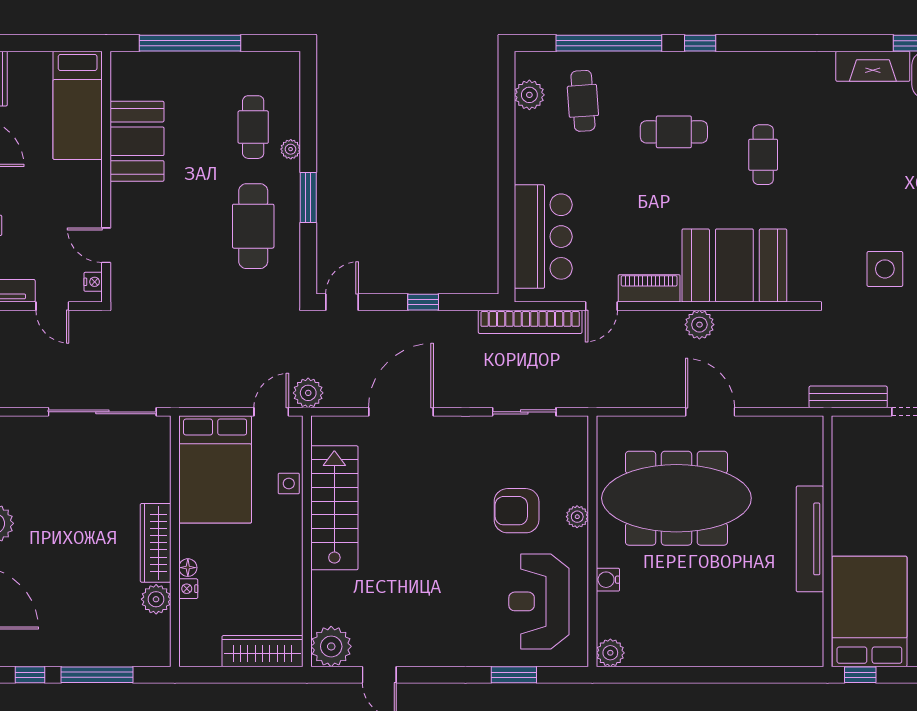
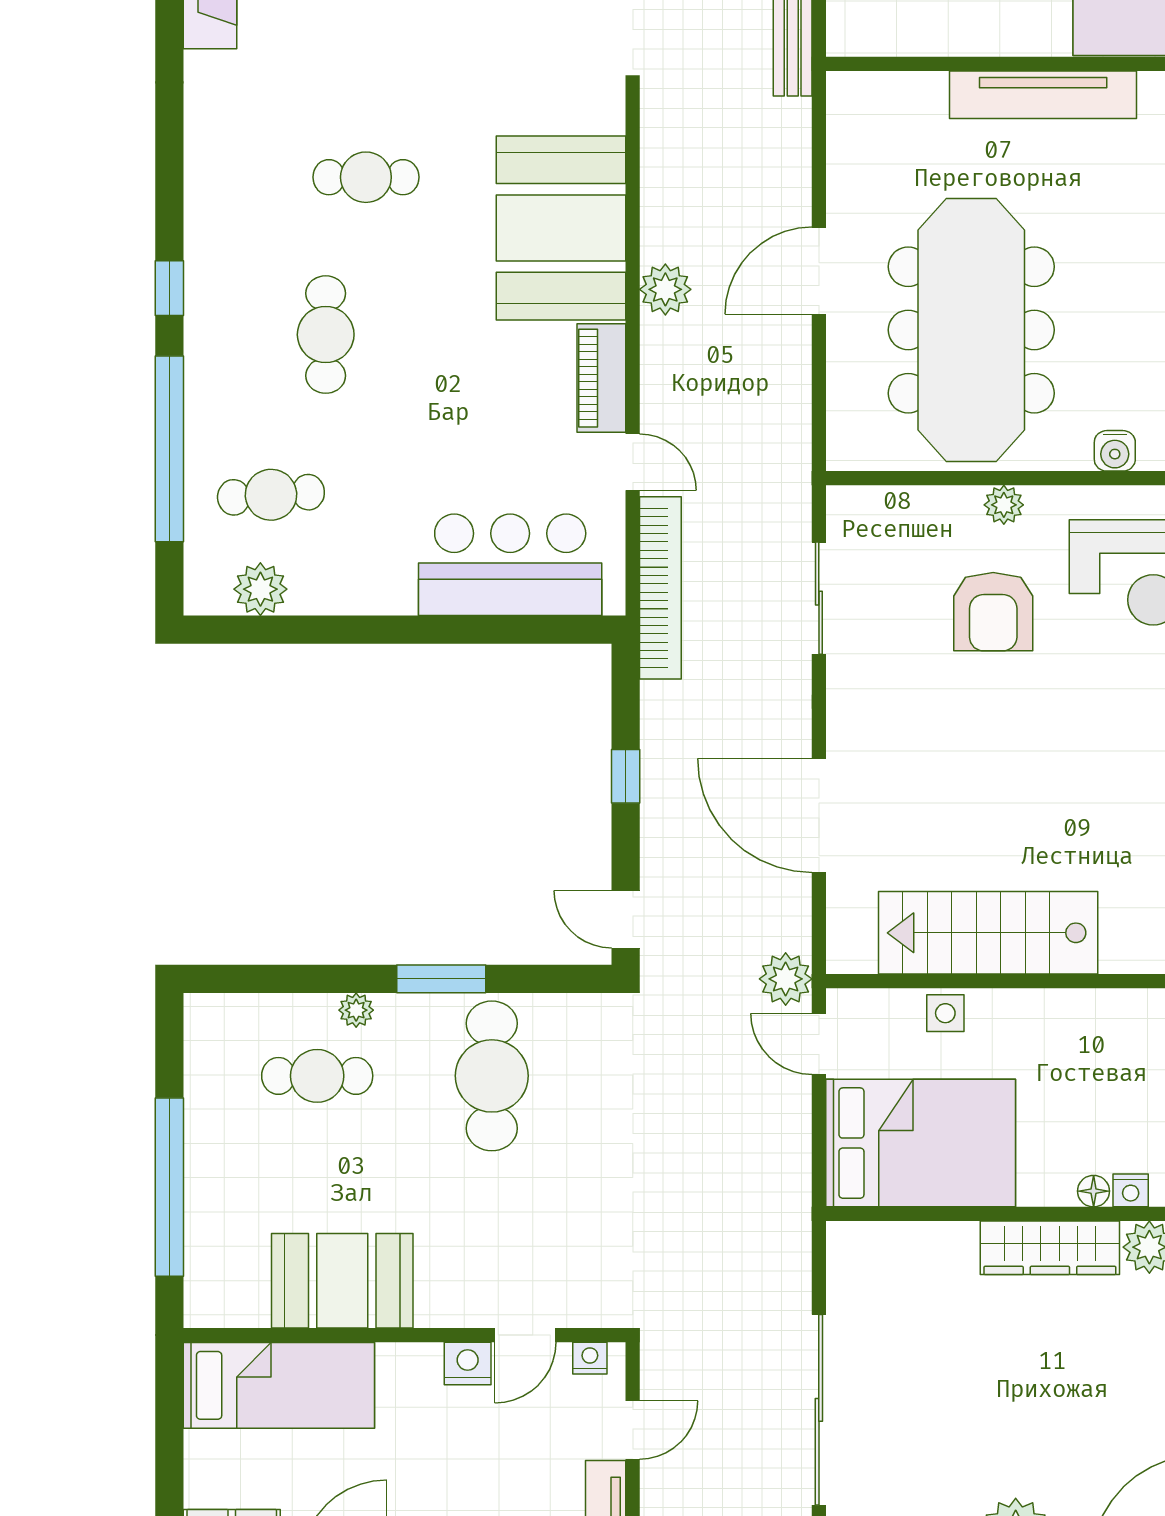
nightstand: (90, 212) -> (468, 1363), added
cafe table: (253, 226) -> (492, 1076), turned 90
sliding door: (102, 412) -> (819, 1410), moved

